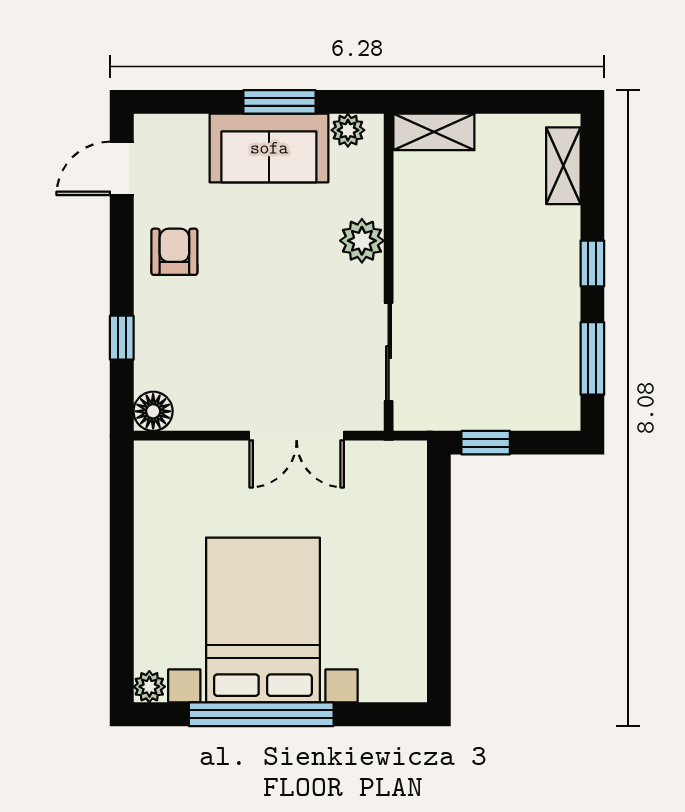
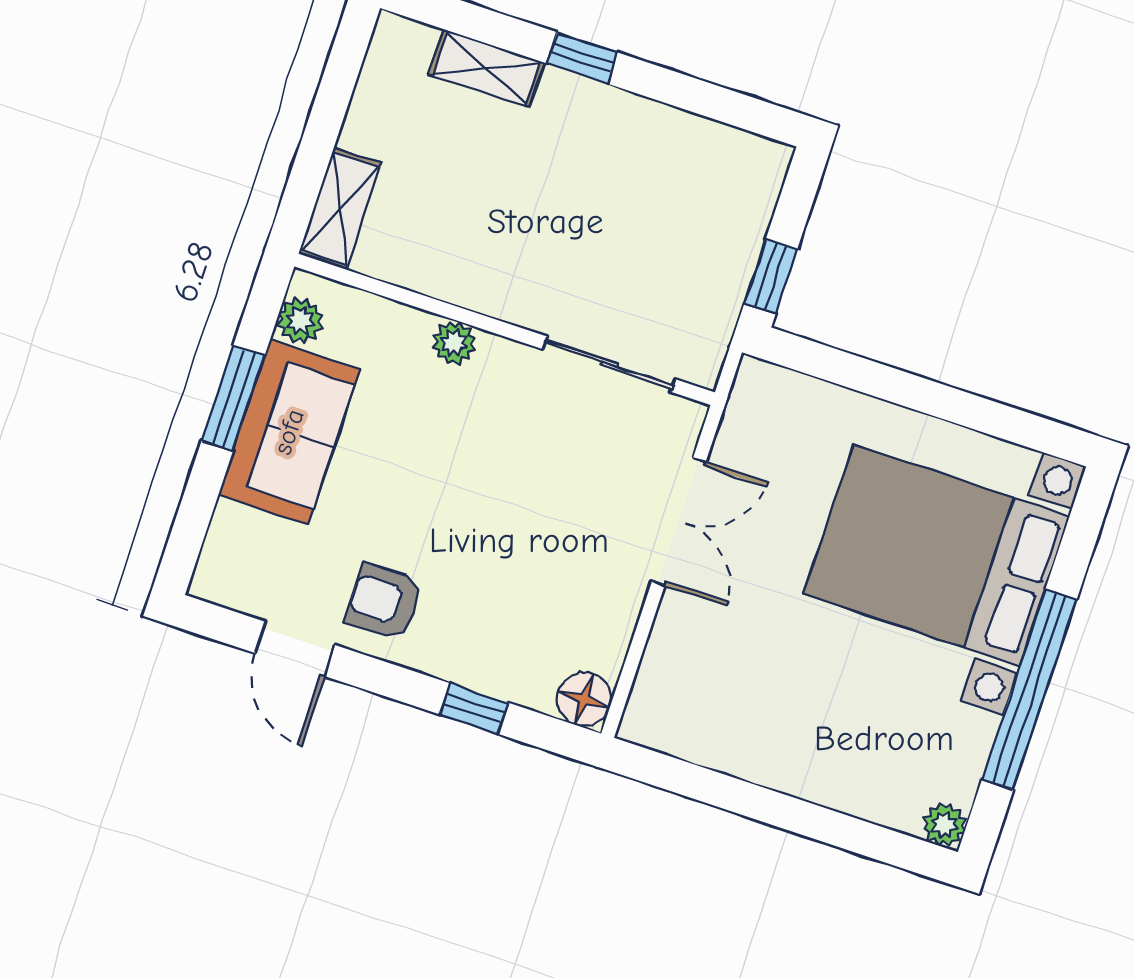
shelving: (563, 166) -> (486, 68), moved
door: (122, 168) -> (295, 649), moved
plant: (362, 241) -> (454, 343), width x0.73, depth x0.73
window: (592, 358) -> (707, 99), removed
bed with nightstands: (263, 620) -> (937, 555), moved

